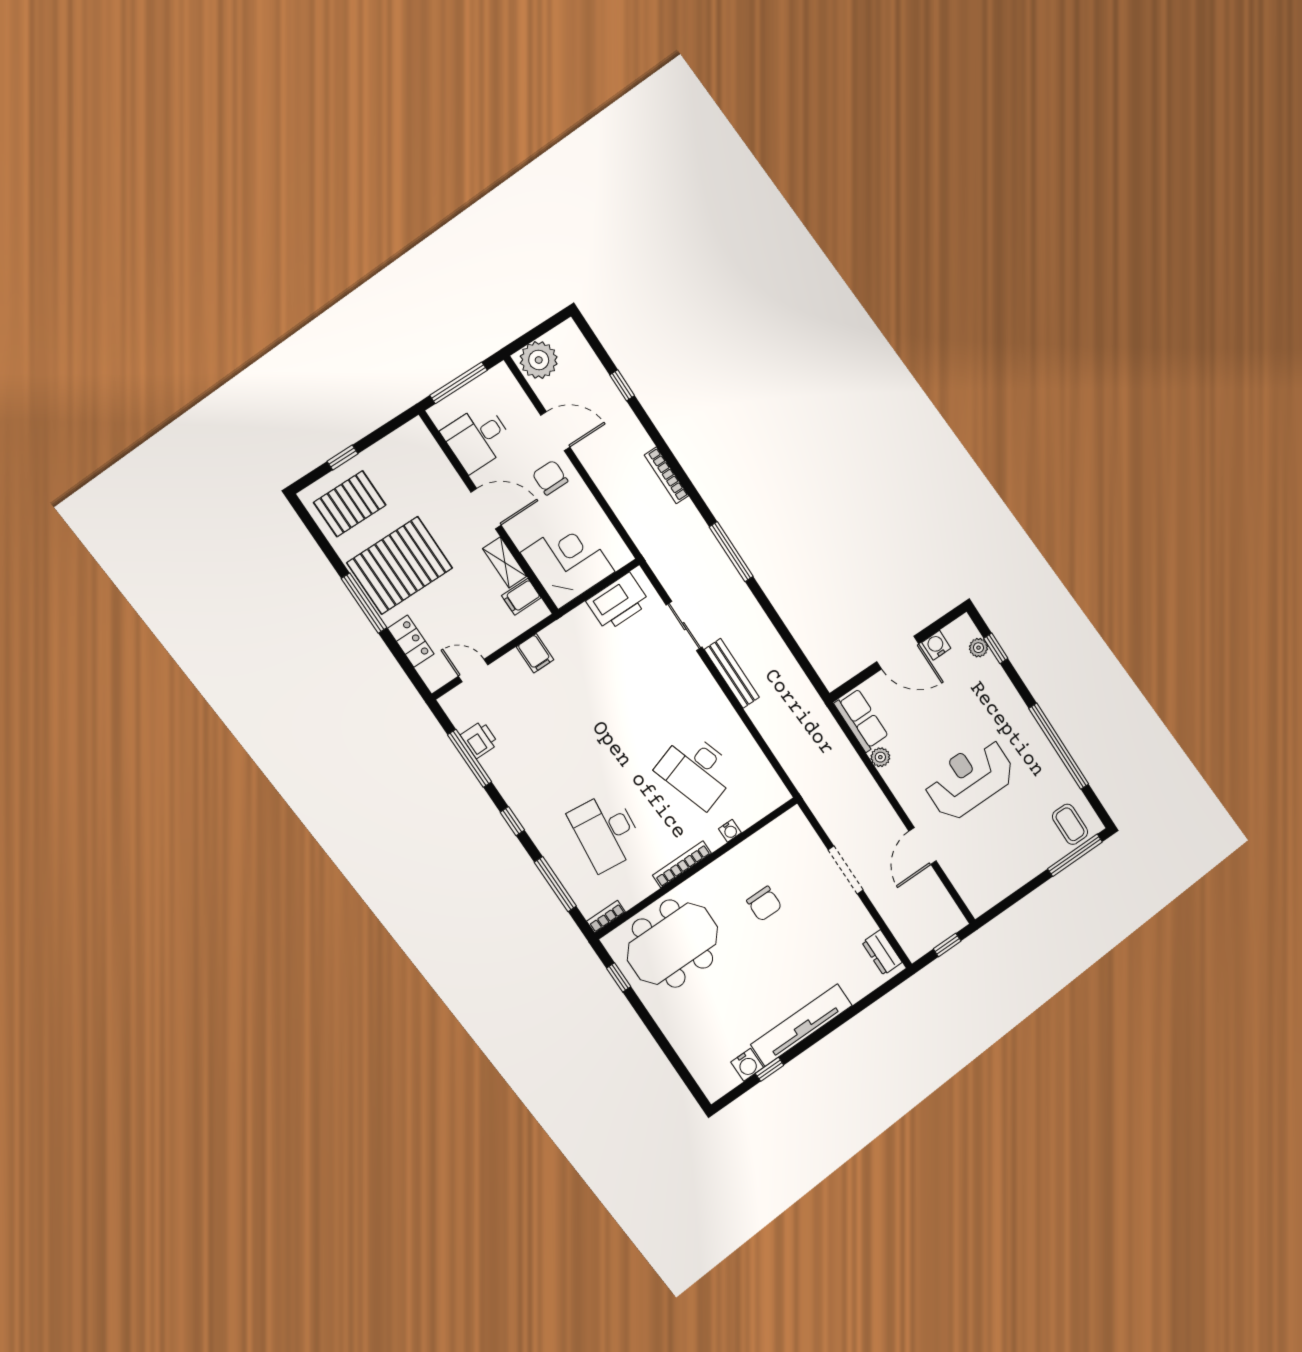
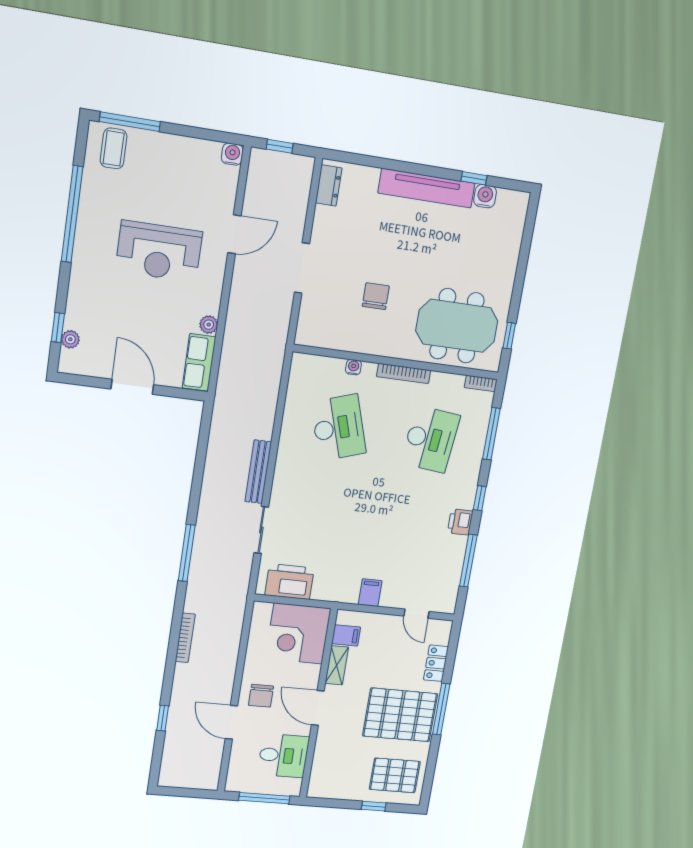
plant: (539, 360) -> (202, 775), removed
water cooler: (936, 645) -> (232, 154), moved, turned 180
printer: (479, 740) -> (460, 522), moved

